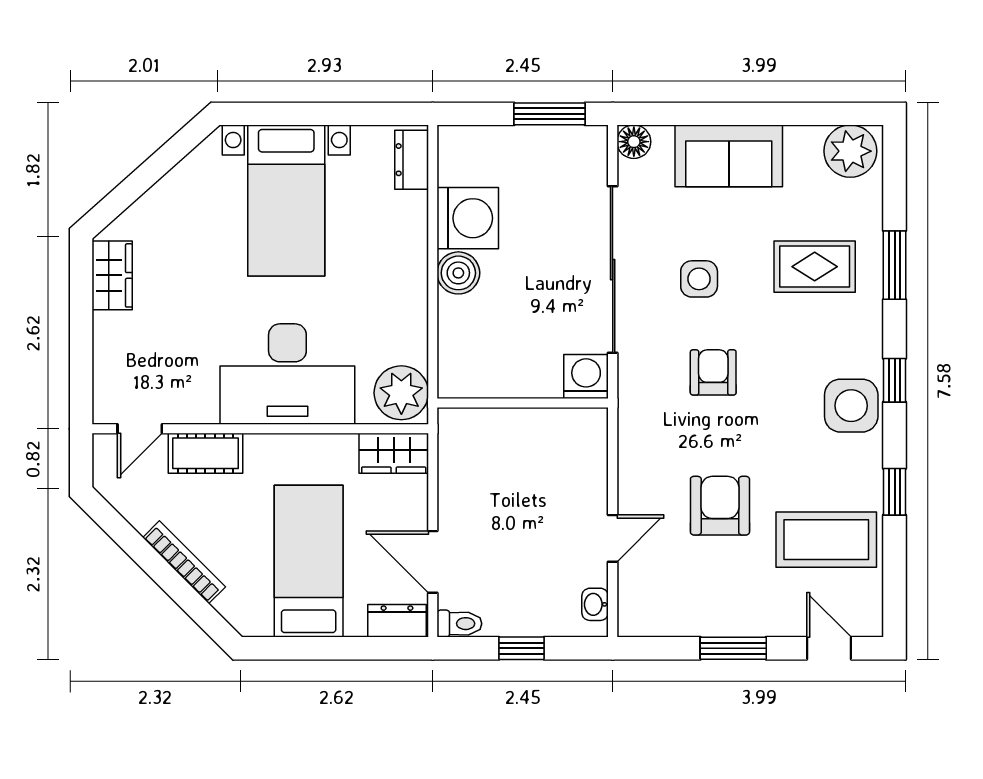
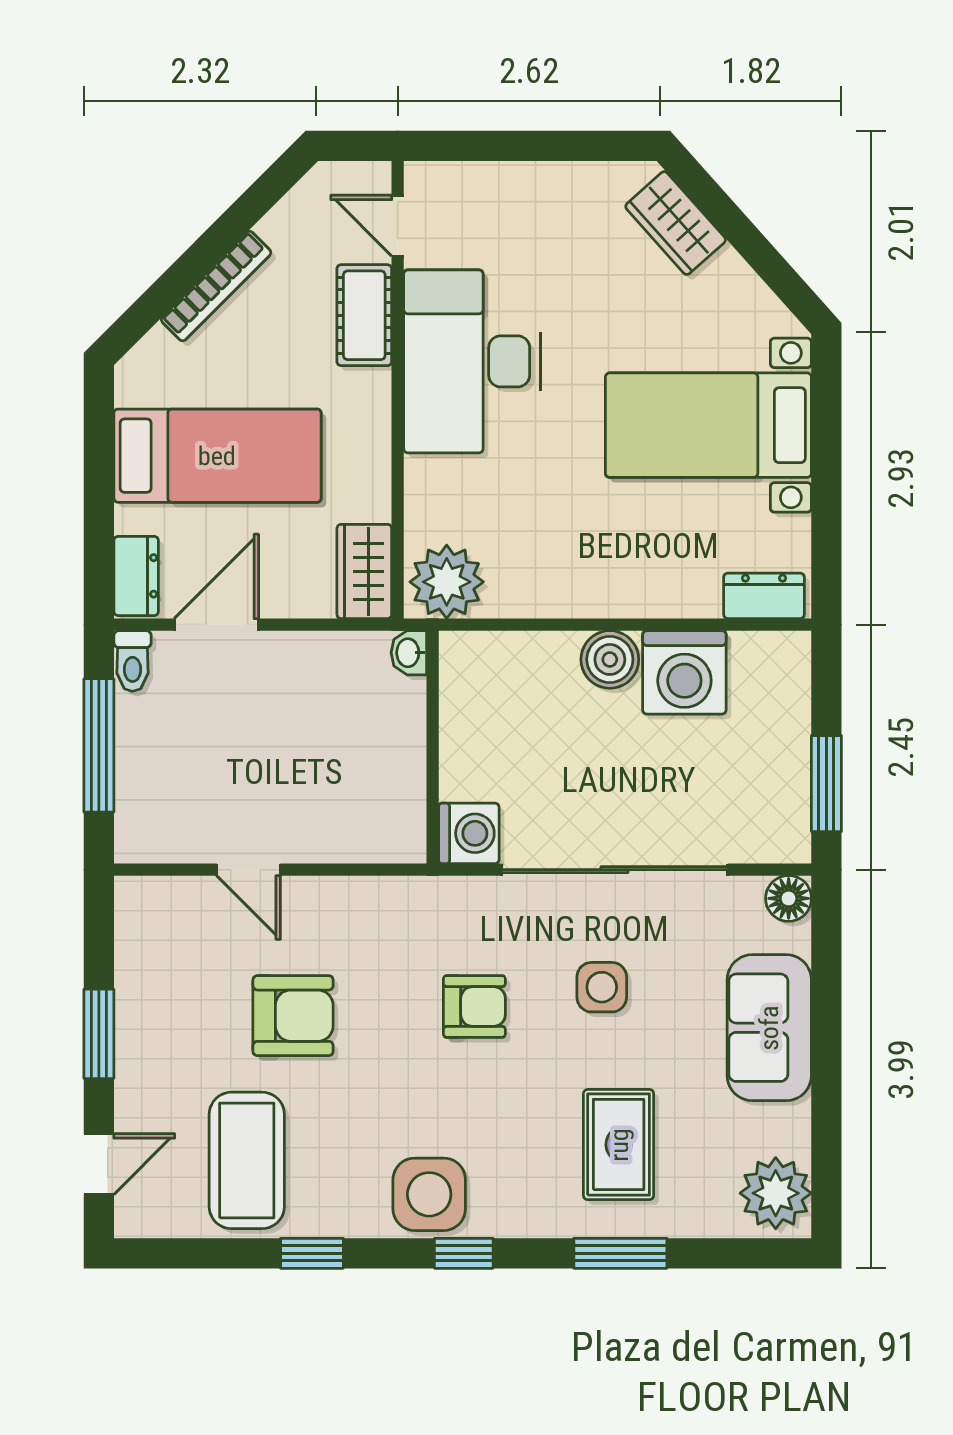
wardrobe: (112, 275) -> (676, 223), moved, turned 48
desk: (287, 374) -> (472, 361), moved
washbasin: (595, 604) -> (409, 653), moved, turned -90
window: (521, 648) -> (99, 745), width x2.17

